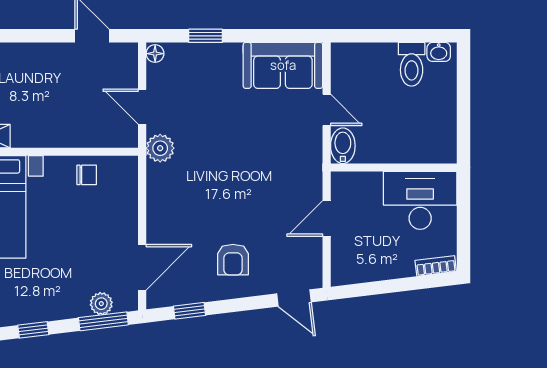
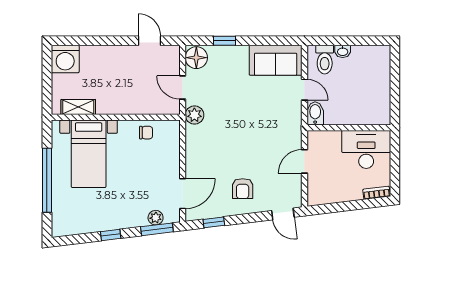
washbasin: (439, 52) -> (343, 51), moved
floor lamp: (155, 54) -> (196, 58), width x1.89, depth x1.89
toilet: (412, 64) -> (325, 60), moved

